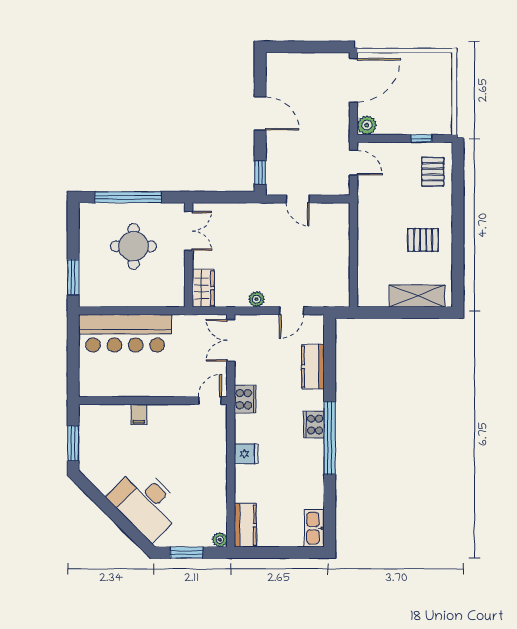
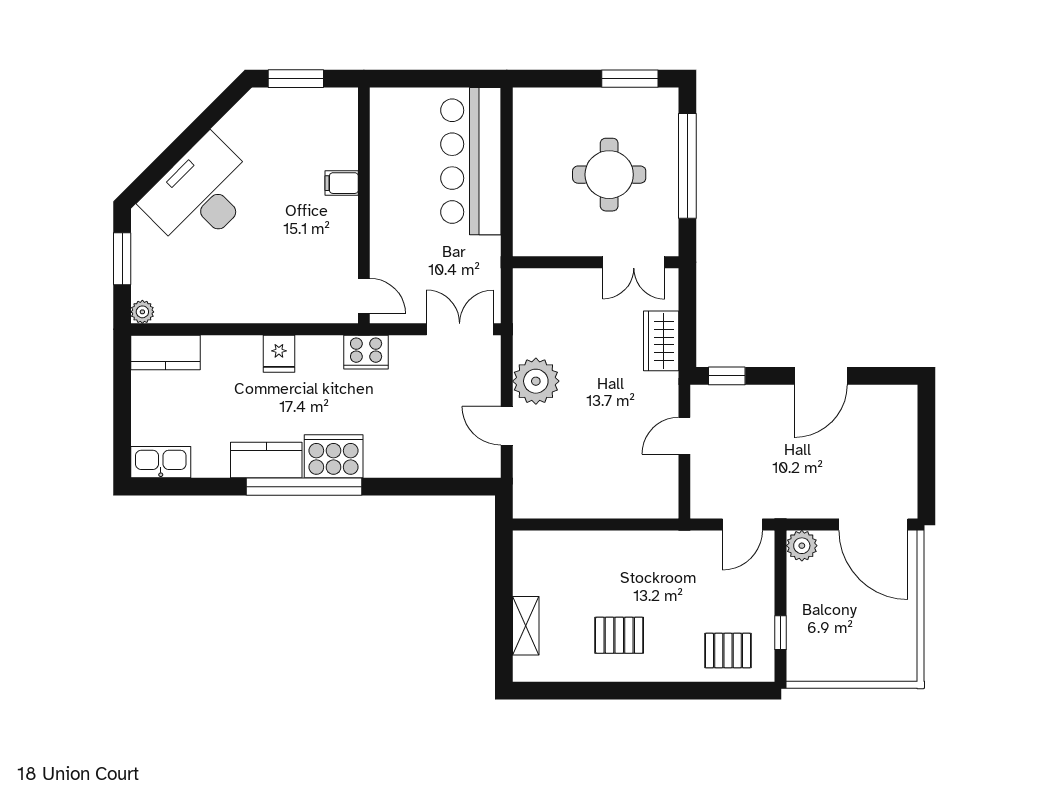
pallet: (423, 240) -> (619, 635), turned 90
window: (73, 277) -> (630, 79), moved
wardrobe: (203, 288) -> (661, 341), moved, turned 90
shelving: (417, 296) -> (526, 626), width x0.67, depth x0.75
plant: (257, 299) -> (536, 381), width x1.88, depth x1.88
kitchen counter: (313, 367) -> (266, 460), moved
cooker: (314, 425) -> (334, 456), width x1.37, depth x1.31

